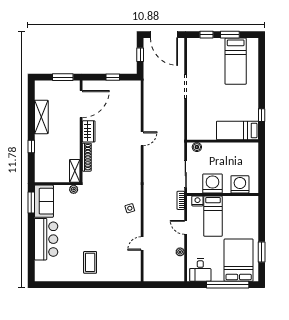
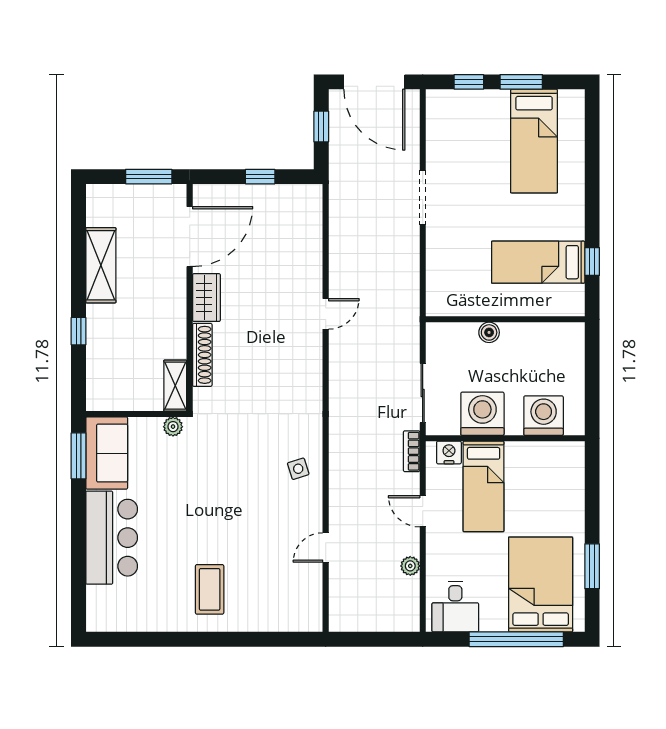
bed: (238, 130) -> (538, 262), moved
boiler: (197, 147) -> (489, 332), moved

